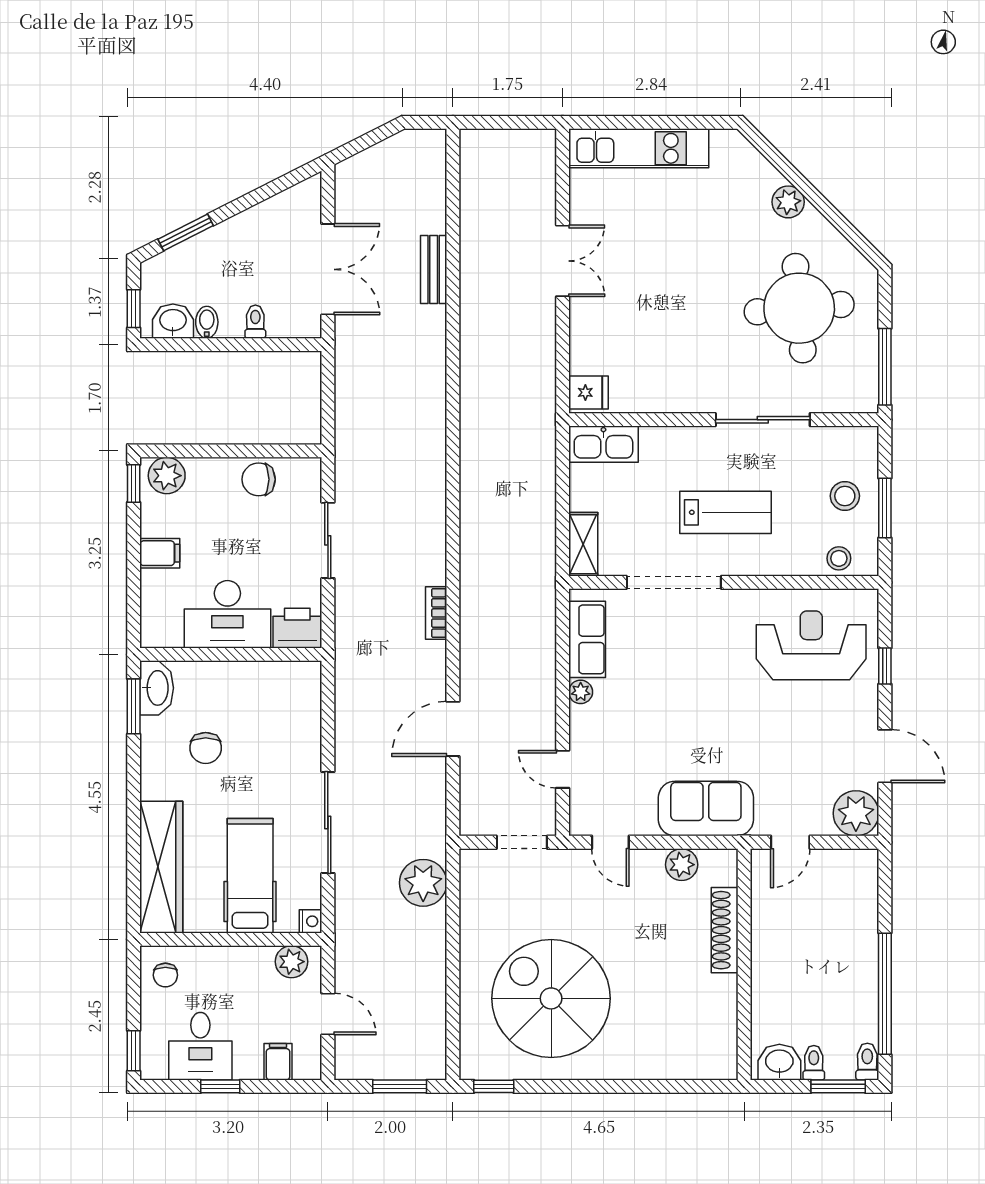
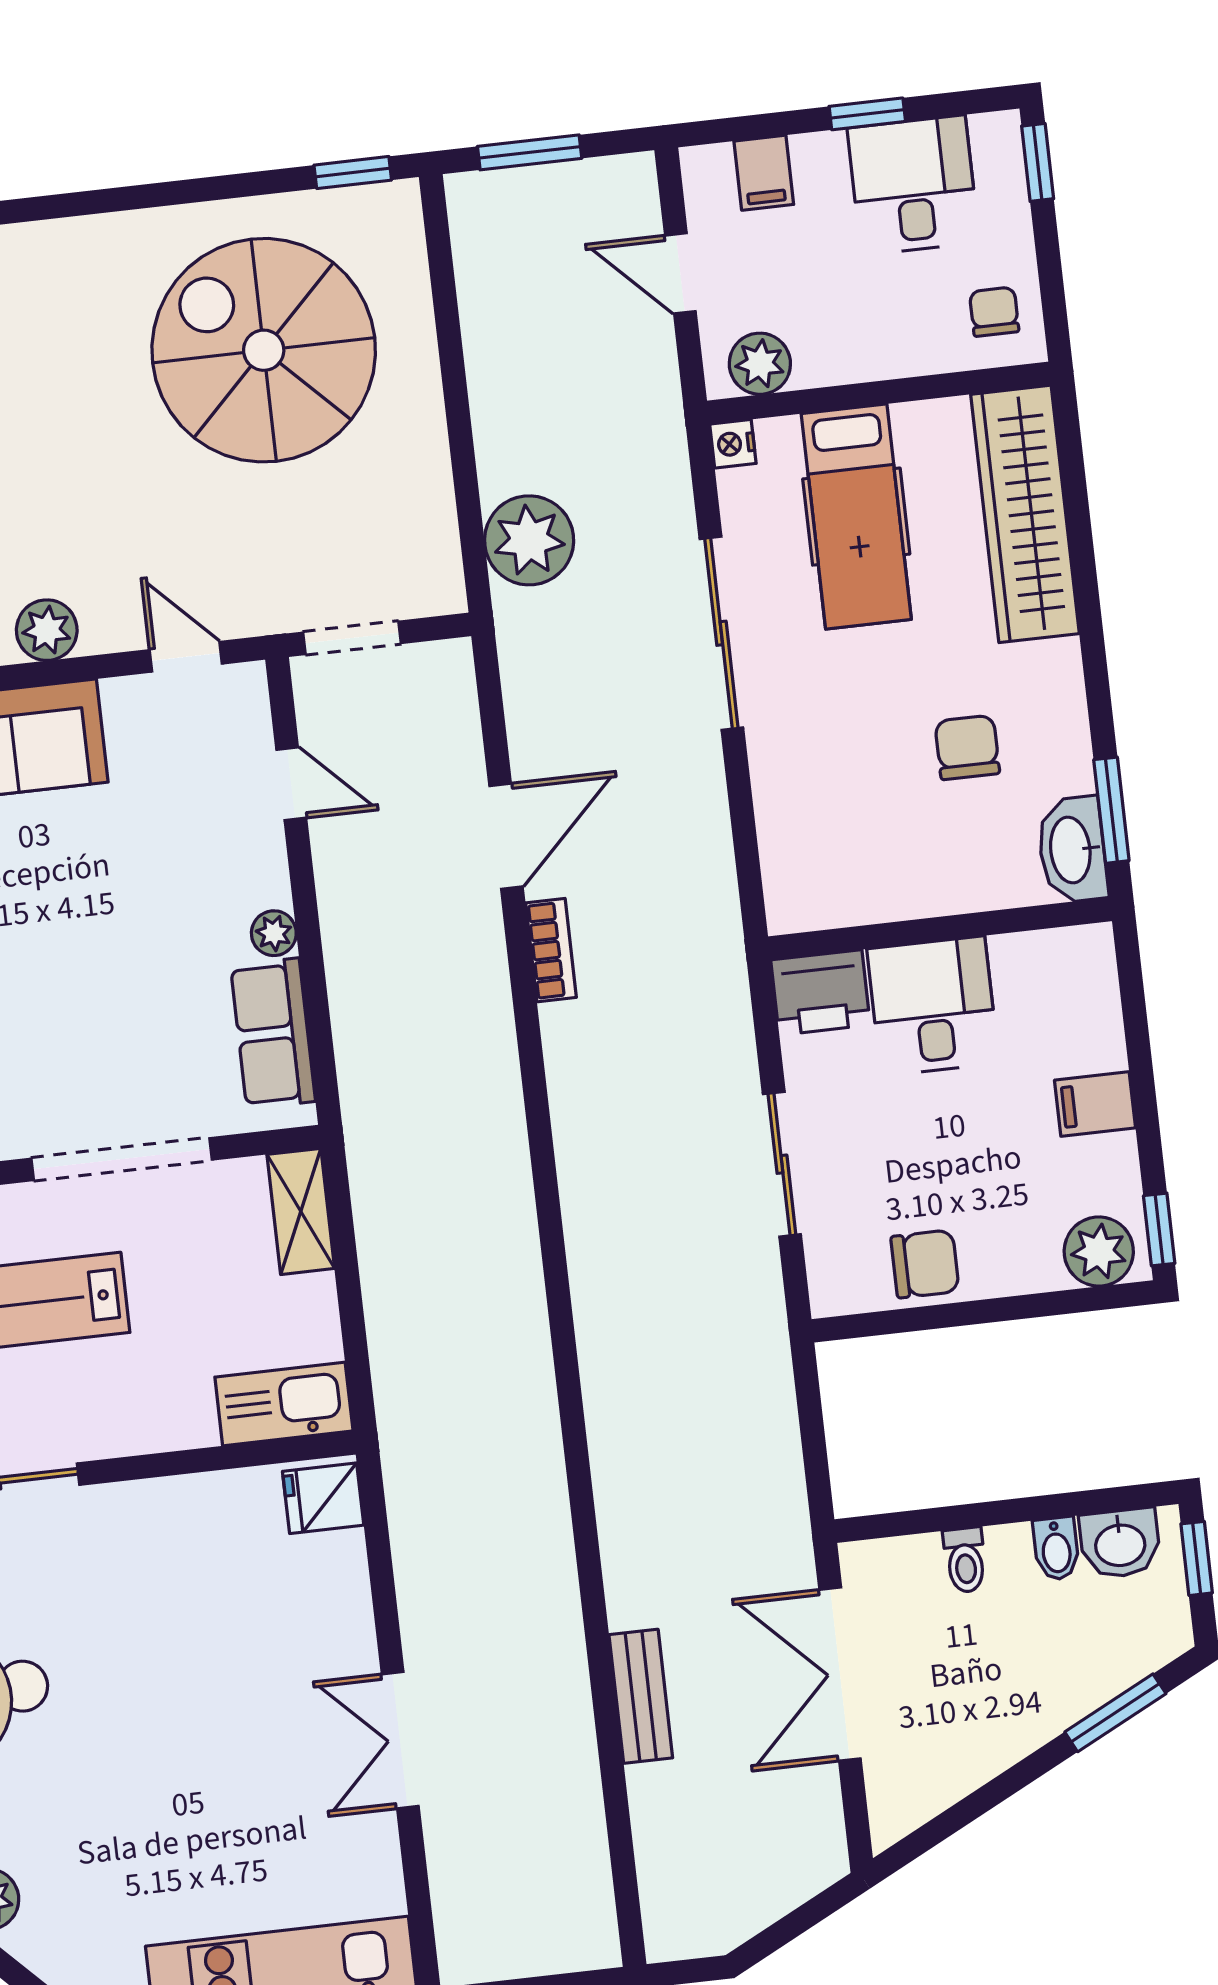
bookcase: (436, 613) -> (551, 950), moved
desk: (227, 614) -> (933, 1006), width x0.73
spiral stairs: (551, 998) -> (264, 350), turned 180

